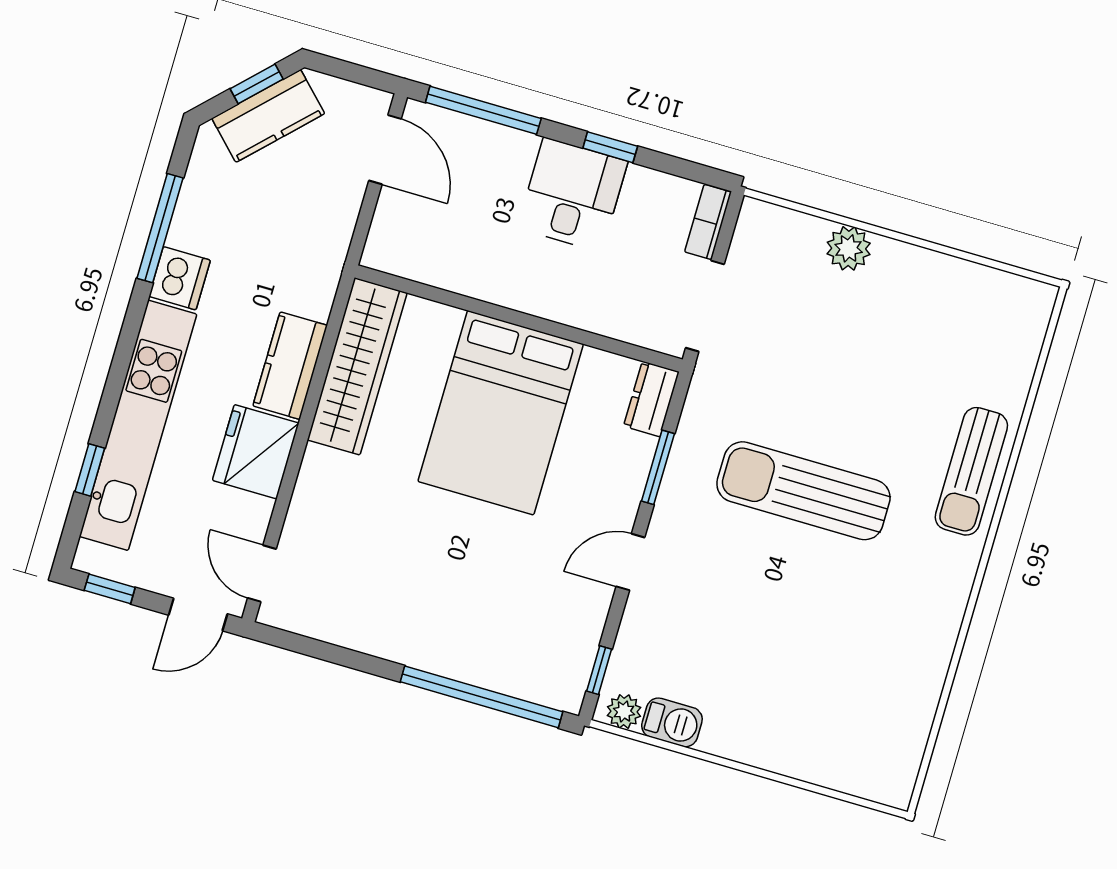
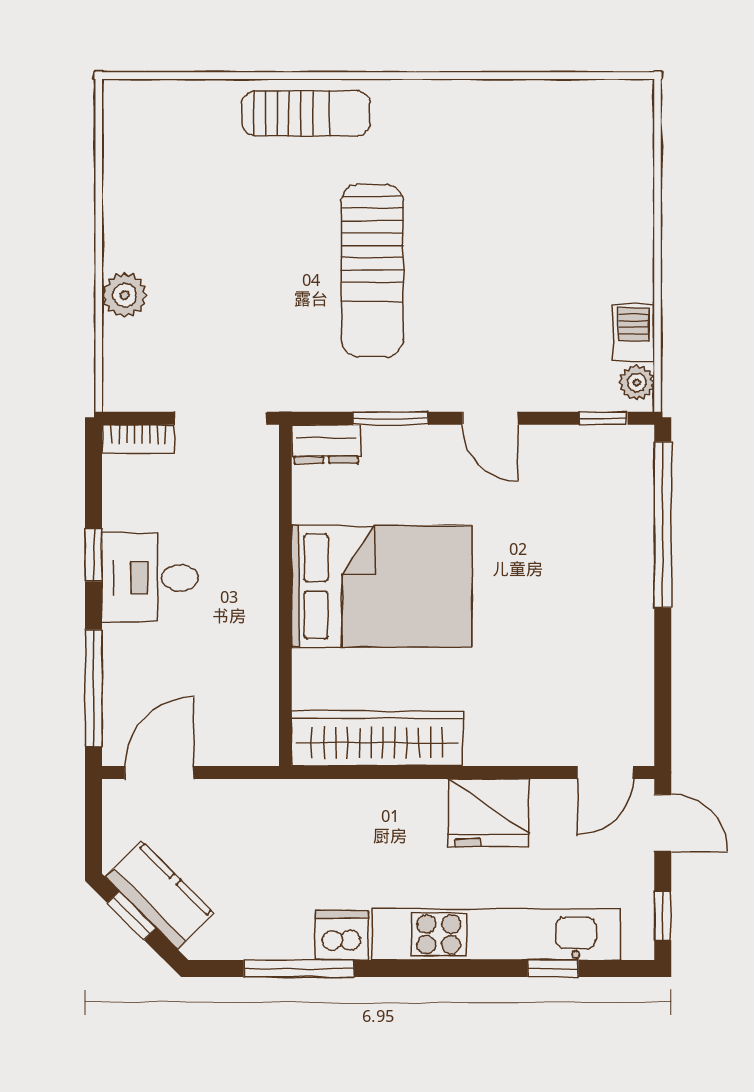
kitchen counter: (290, 366) -> (395, 804), removed

